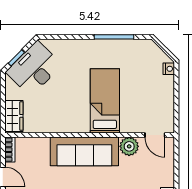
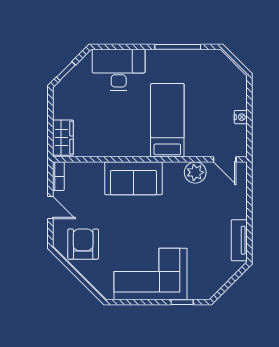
desk: (34, 69) -> (119, 70), moved, turned 45
nightstand: (169, 69) -> (241, 117), moved
sofa: (84, 151) -> (134, 178), width x0.73

